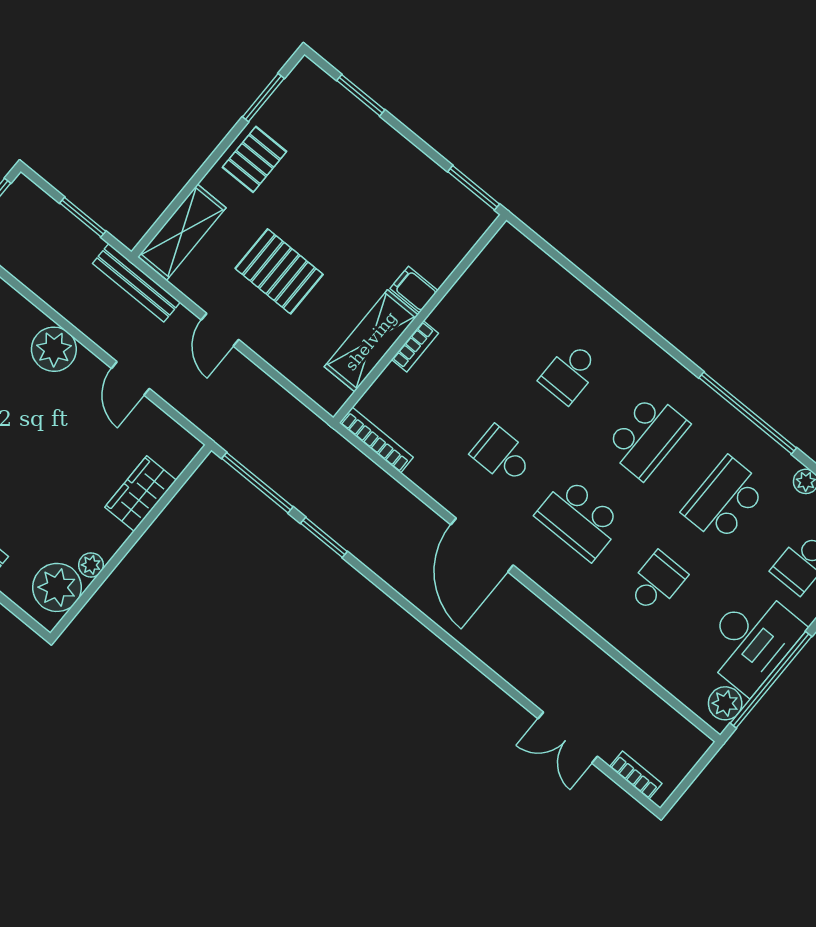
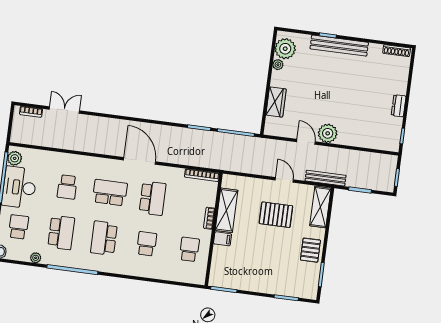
school desk: (492, 309) -> (189, 249), added
plant: (54, 349) -> (328, 133), moved
school desk: (502, 455) -> (153, 198), width x1.85

